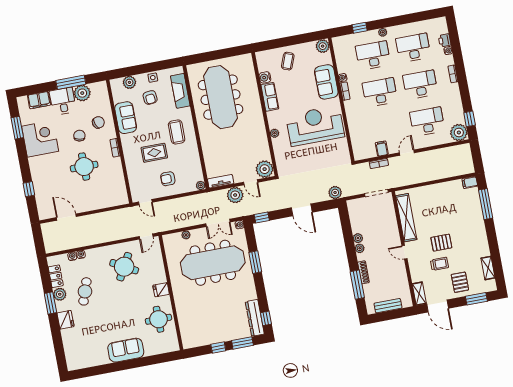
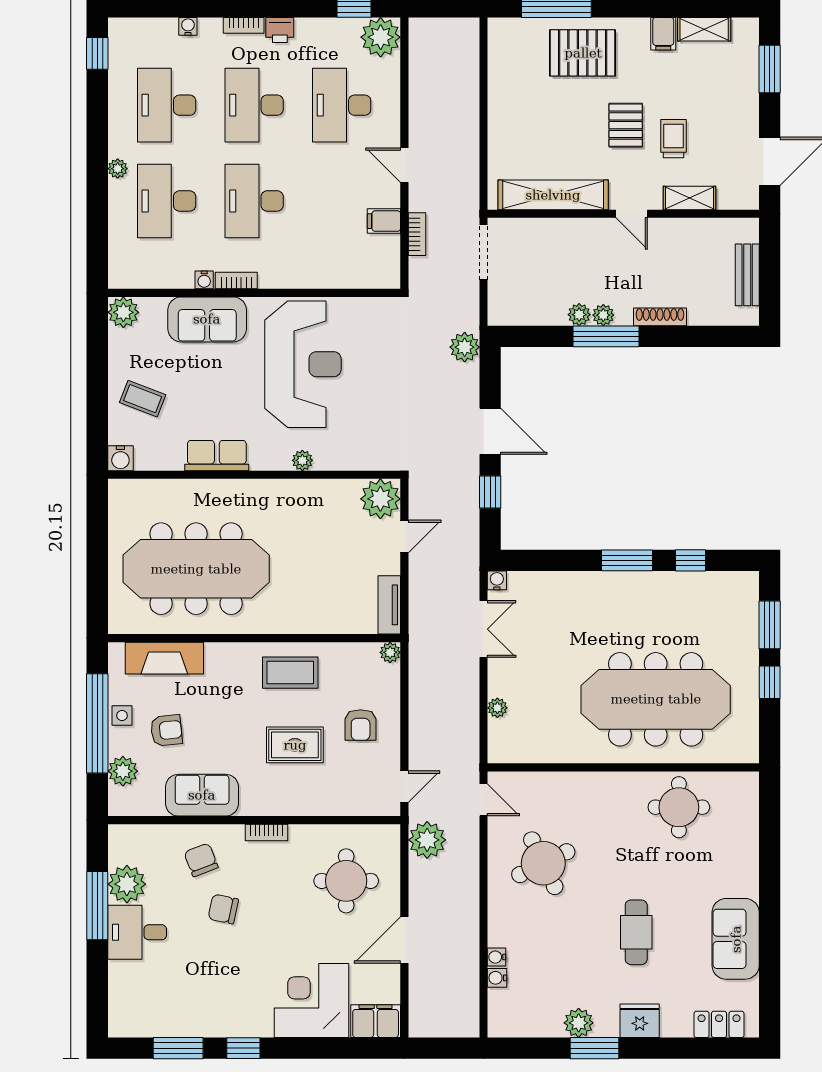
window: (360, 28) -> (97, 53), moved
printer: (445, 40) -> (280, 30), moved
window: (148, 68) -> (97, 723), added
water cooler: (265, 77) -> (120, 458), moved
filing cabinet: (39, 100) -> (376, 1021), moved, turned -90
reception desk: (315, 126) -> (303, 364), turned 180
coffee table: (177, 132) -> (290, 673), moved
corner desk: (40, 139) -> (312, 1000), moved
rug: (154, 153) -> (295, 745), turned 90
round table: (84, 167) -> (346, 881), moved
filing cabinet: (470, 182) -> (663, 34), moved
window: (29, 189) -> (243, 1048), moved
plant: (235, 195) -> (427, 840), moved
door: (302, 210) -> (490, 431), hinge flipped
door: (66, 217) -> (404, 940), moved
window: (262, 217) -> (490, 492), moved
door: (405, 252) -> (632, 214), hinge flipped
window: (255, 262) -> (627, 560), moved
meeting table: (213, 263) -> (656, 699), moved, turned 90
round table: (124, 267) -> (543, 863), turned 35
locker: (56, 276) -> (719, 1024), moved
pallet: (460, 282) -> (583, 53), moved, width x1.50, depth x1.42
window: (357, 285) -> (606, 336), moved
fridge: (161, 290) -> (612, 788), removed
cafe table: (85, 291) -> (636, 932), moved, turned 71
shelving: (419, 294) -> (690, 198), moved
dresser: (255, 318) -> (718, 586), removed
window: (266, 318) -> (690, 560), moved
sofa: (126, 350) -> (736, 939), moved

